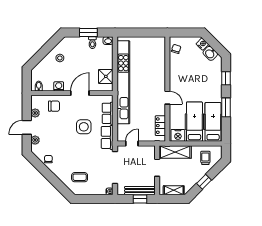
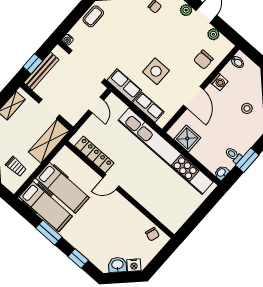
locker: (160, 126) -> (94, 154), width x1.53
nightstand: (178, 135) -> (63, 159), removed
coffee table: (80, 177) -> (93, 16), moved

